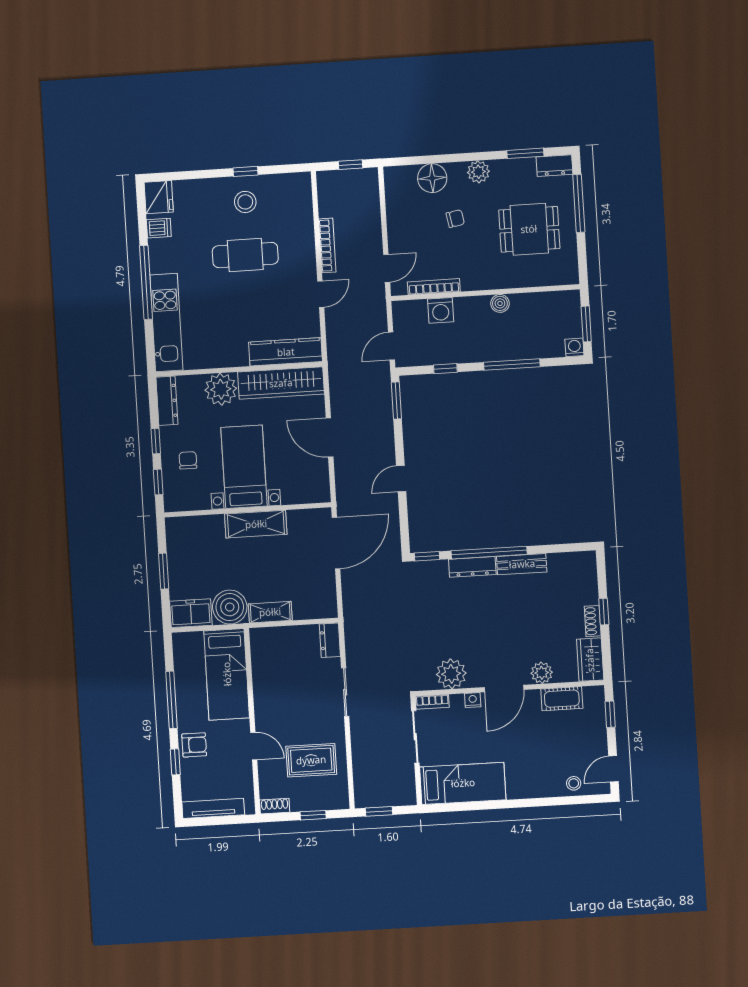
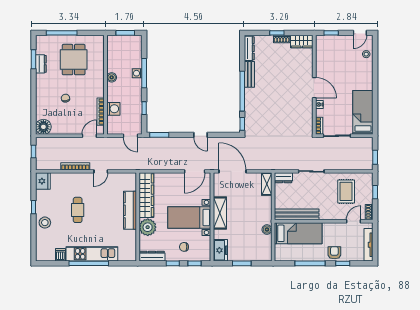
dresser: (554, 166) -> (41, 64), moved
plant: (478, 172) -> (42, 84), removed
floor lamp: (432, 178) -> (43, 127), moved
fridge: (159, 197) -> (43, 181), moved, turned 90
stool: (245, 202) -> (45, 223), moved
cafe table: (245, 255) -> (78, 210), width x0.73, depth x0.74
door: (387, 268) -> (89, 136), hinge flipped
door: (321, 294) -> (101, 171), swing flipped
kitchen unit: (166, 323) -> (92, 254), moved
washing machine: (574, 347) -> (137, 73), moved
kitchen counter: (286, 352) -> (130, 210), moved
door: (330, 437) -> (195, 171), moved
dresser: (472, 567) -> (249, 48), moved
boiler: (230, 607) -> (267, 230), width x0.54, depth x0.54
shelving: (270, 612) -> (267, 184), moved
freezer: (191, 613) -> (220, 250), moved, turned 180
bench: (262, 669) -> (297, 214), added
plant: (542, 673) -> (307, 67), removed
plant: (451, 674) -> (305, 115), removed
cot: (562, 699) -> (321, 58), removed
door: (254, 746) -> (353, 221), moved
door: (613, 769) -> (360, 33), hinge flipped

